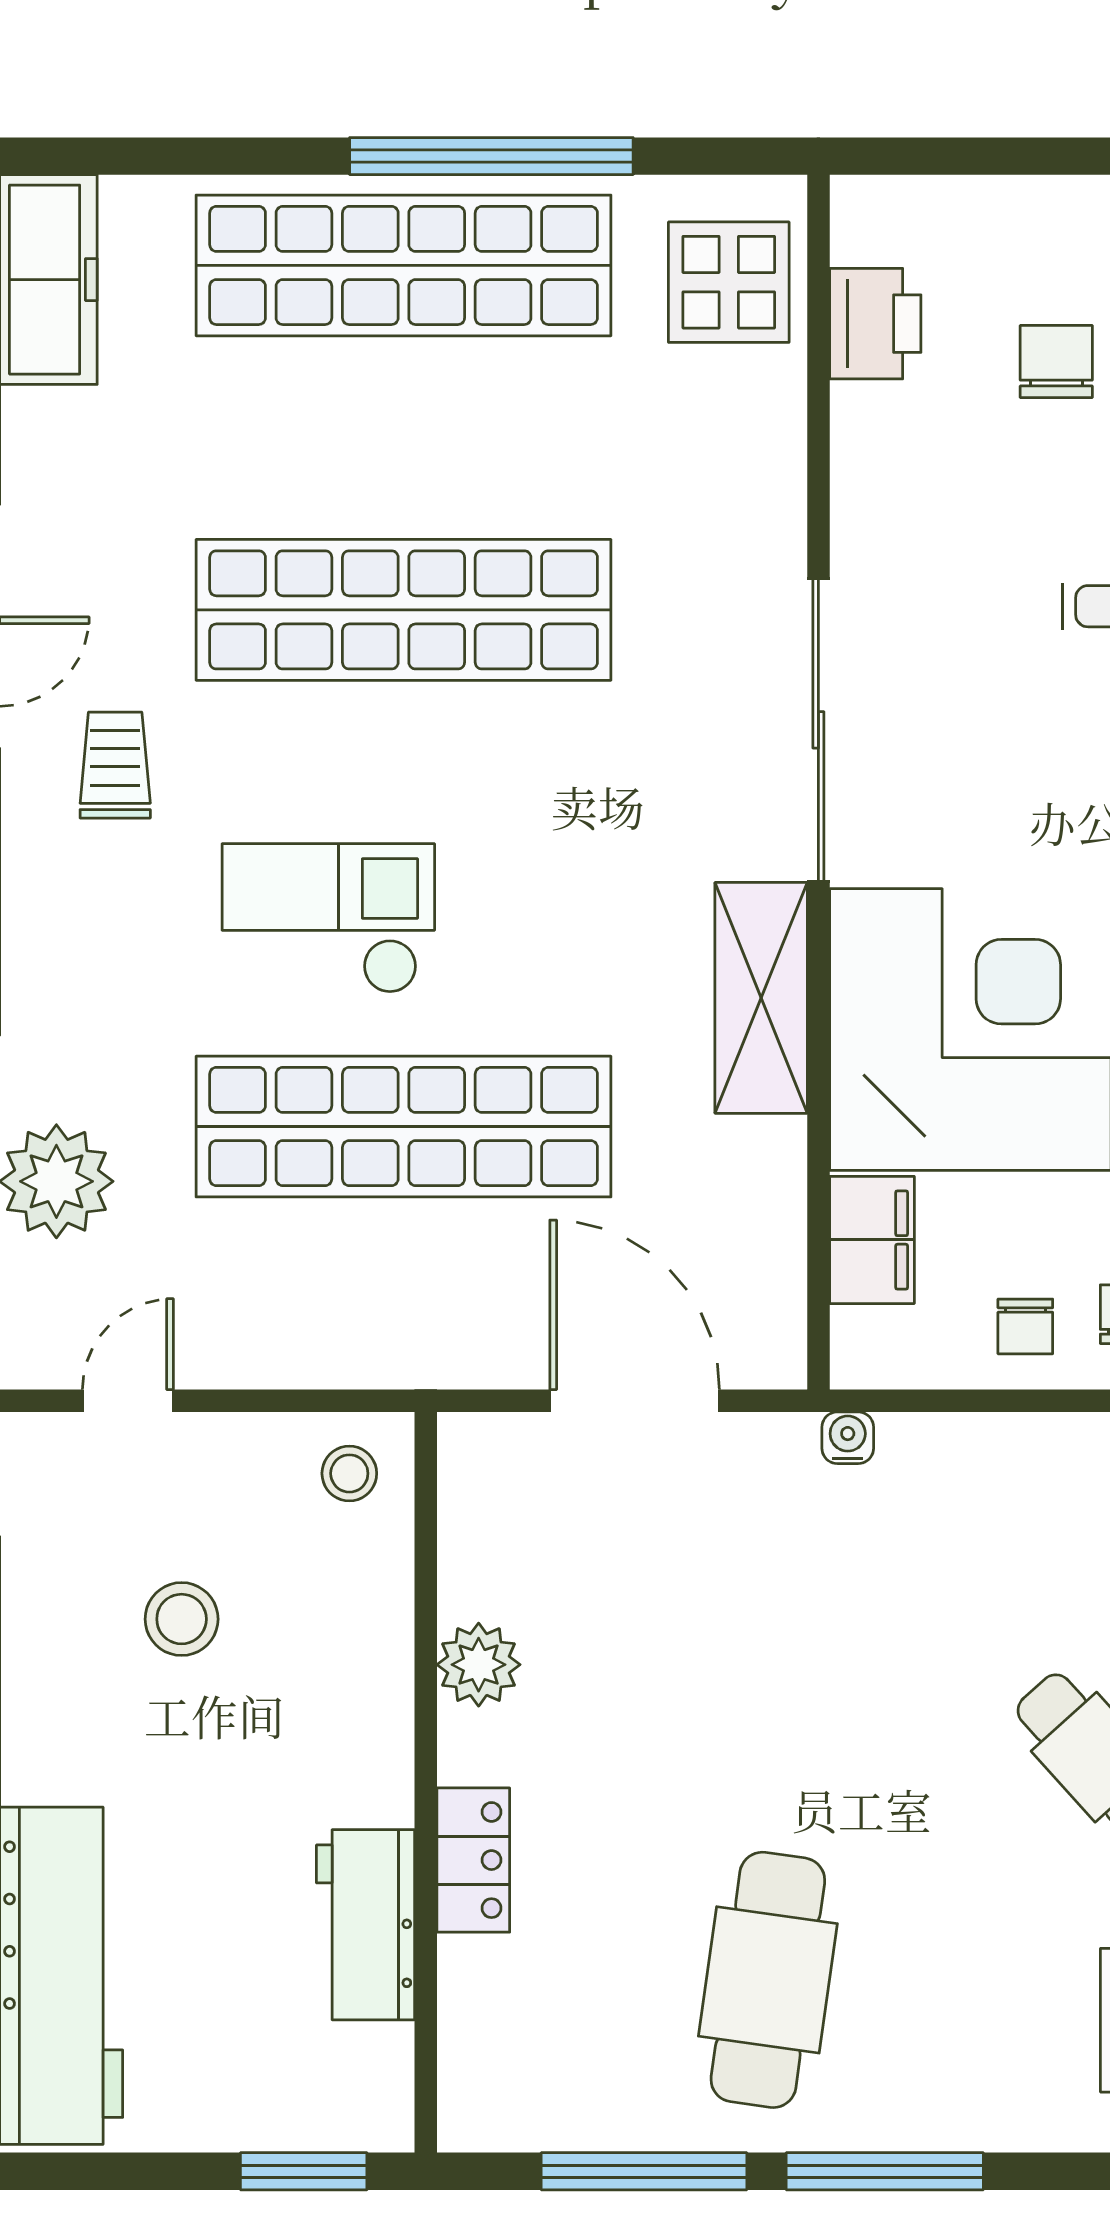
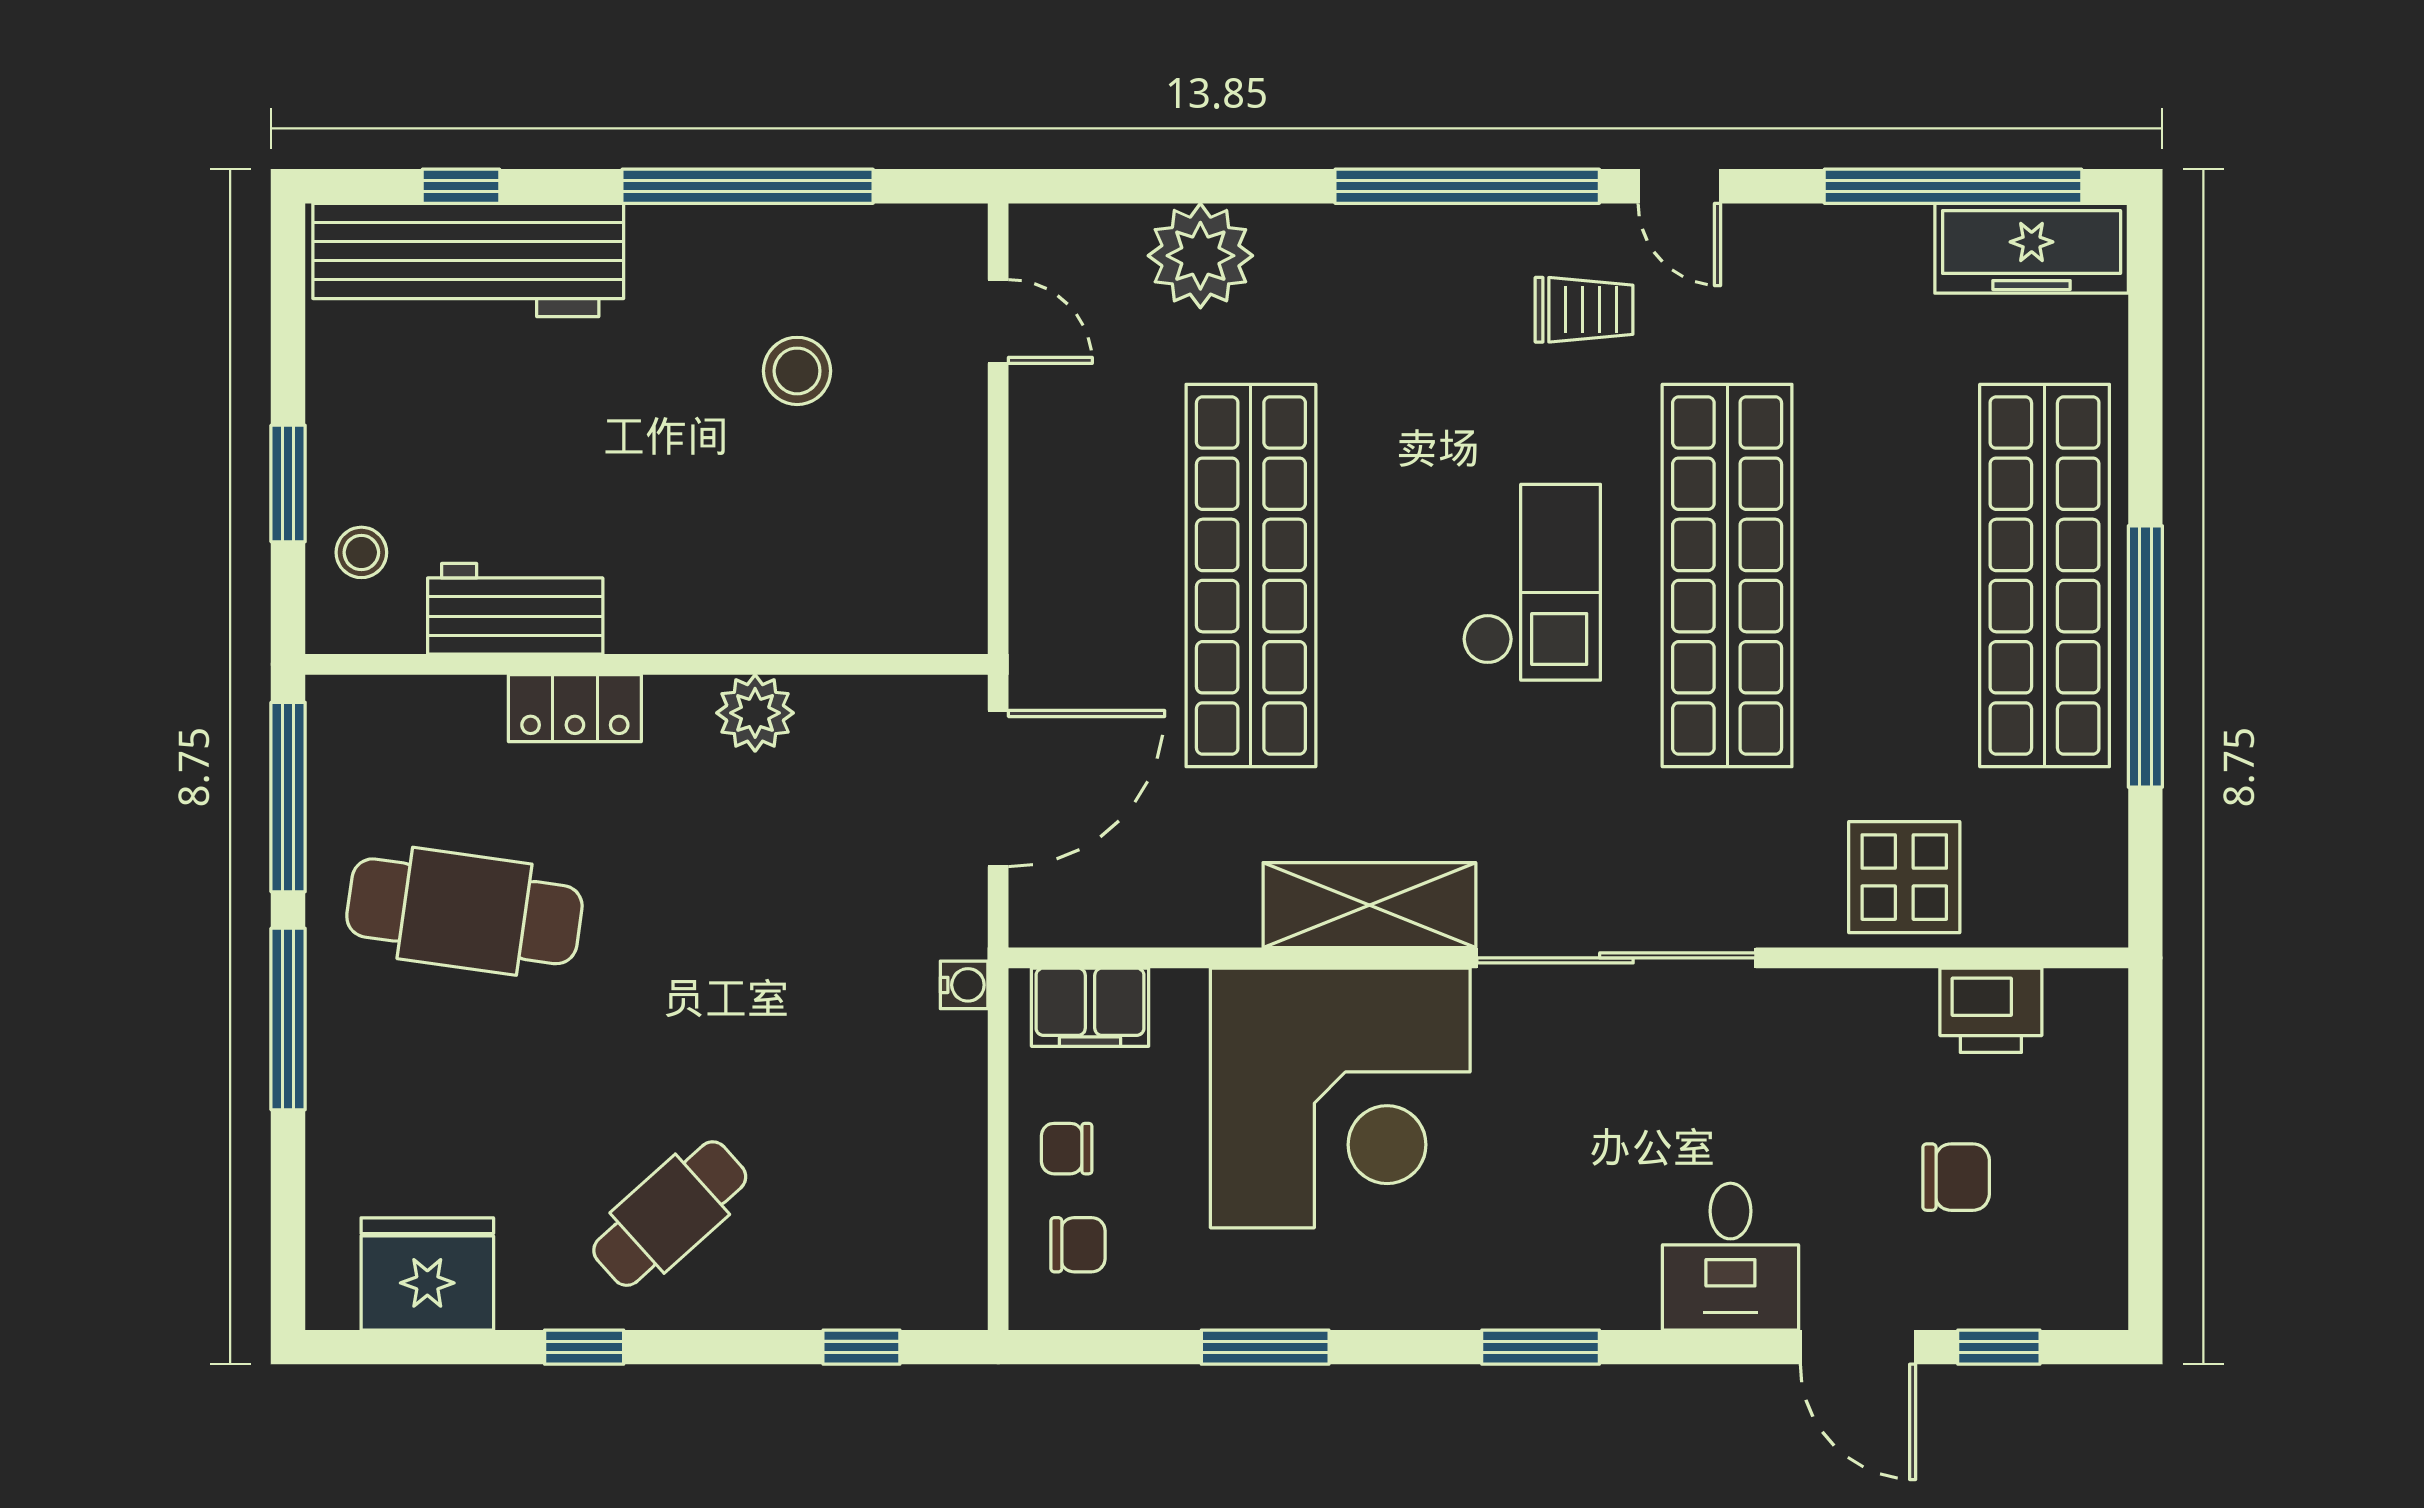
display table: (729, 282) -> (1904, 877), moved
checkout: (328, 918) -> (1532, 582), moved
filing cabinet: (872, 1240) -> (1090, 1007), moved
stool: (349, 1473) -> (361, 552), moved
plant: (479, 1665) -> (755, 713), moved
wall: (426, 1782) -> (647, 664), moved
locker: (473, 1860) -> (575, 708), moved
workbench: (366, 1925) -> (515, 609), moved

